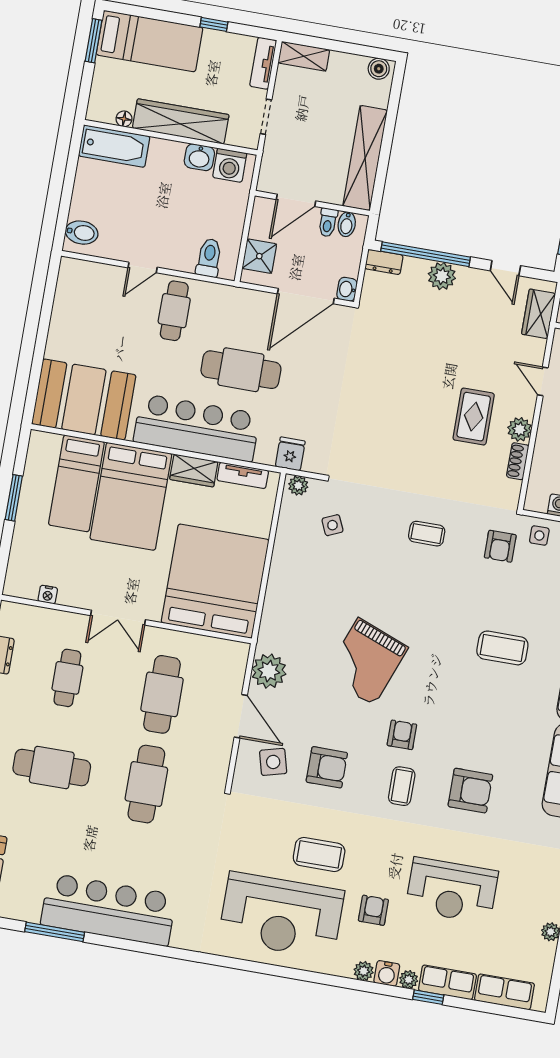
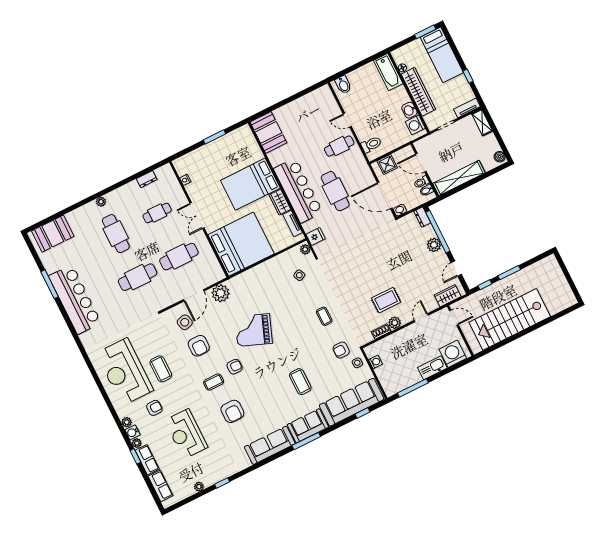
booth: (84, 400) -> (268, 132), width x0.73, depth x0.70
bed: (76, 483) -> (239, 158), removed

